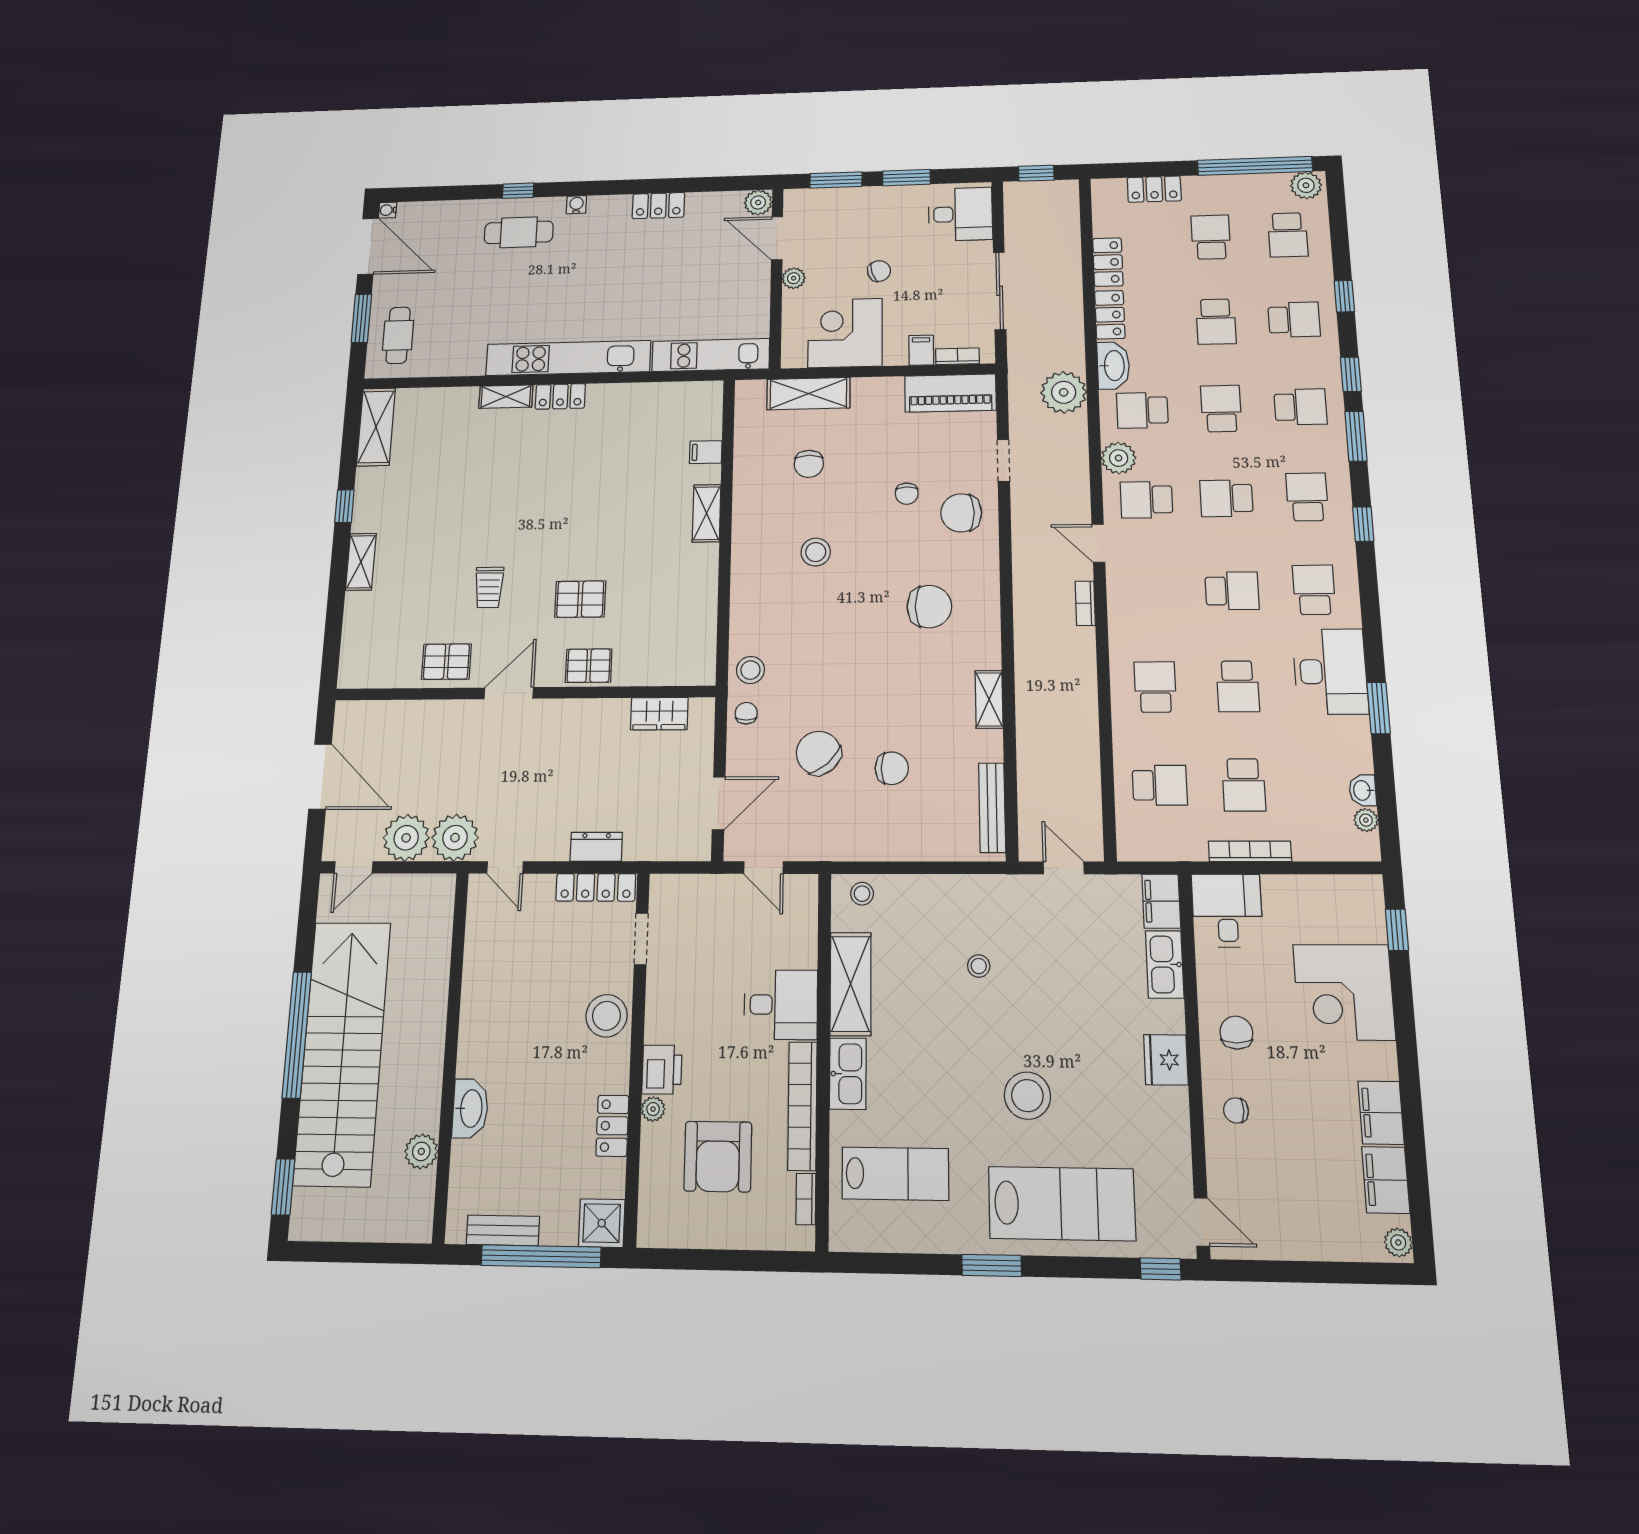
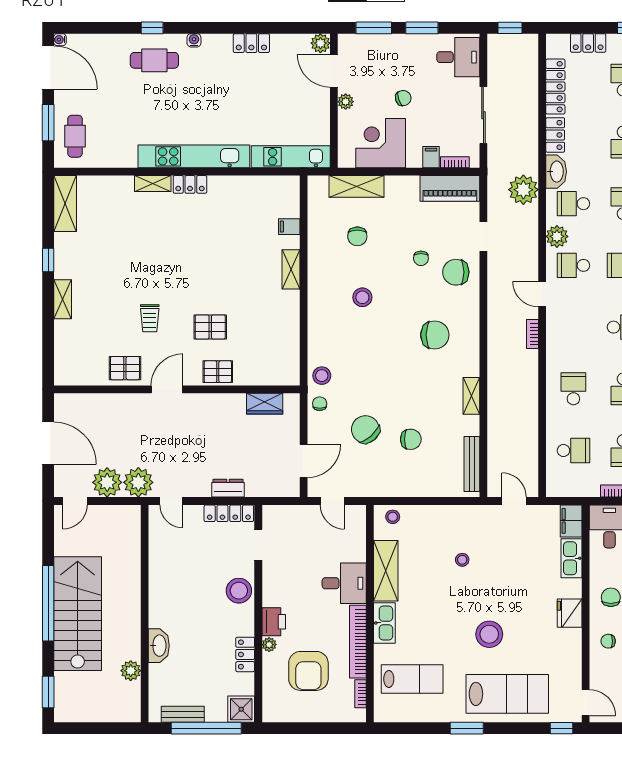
locker: (1108, 262) -> (555, 87), width x1.53
stairs: (342, 1052) -> (78, 614), width x0.73

